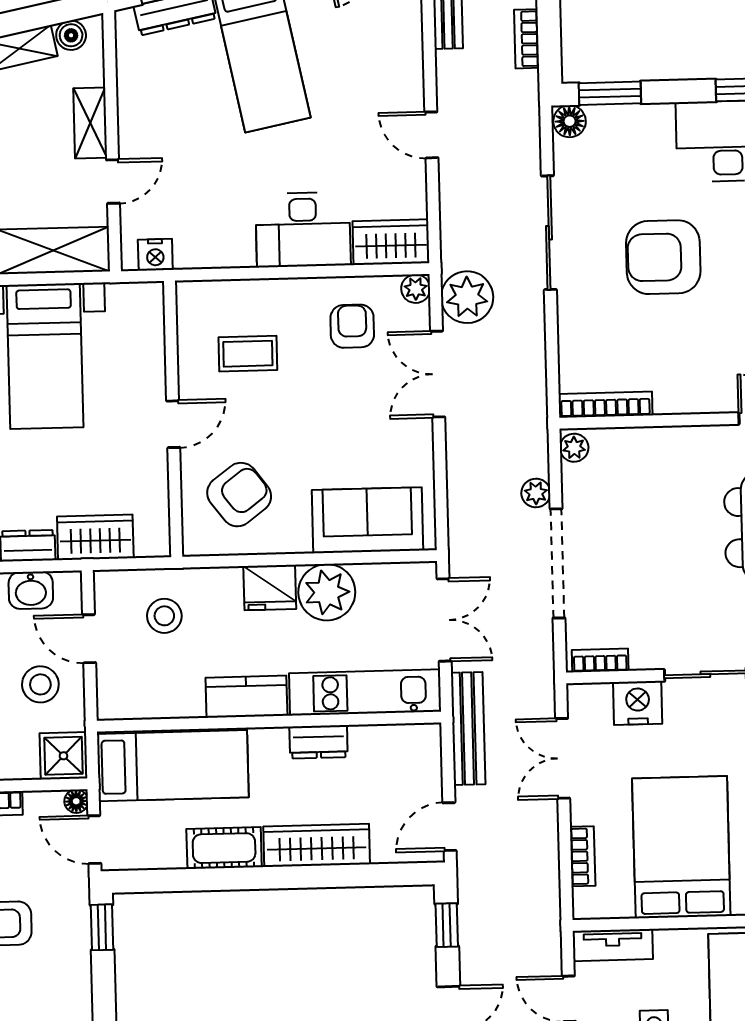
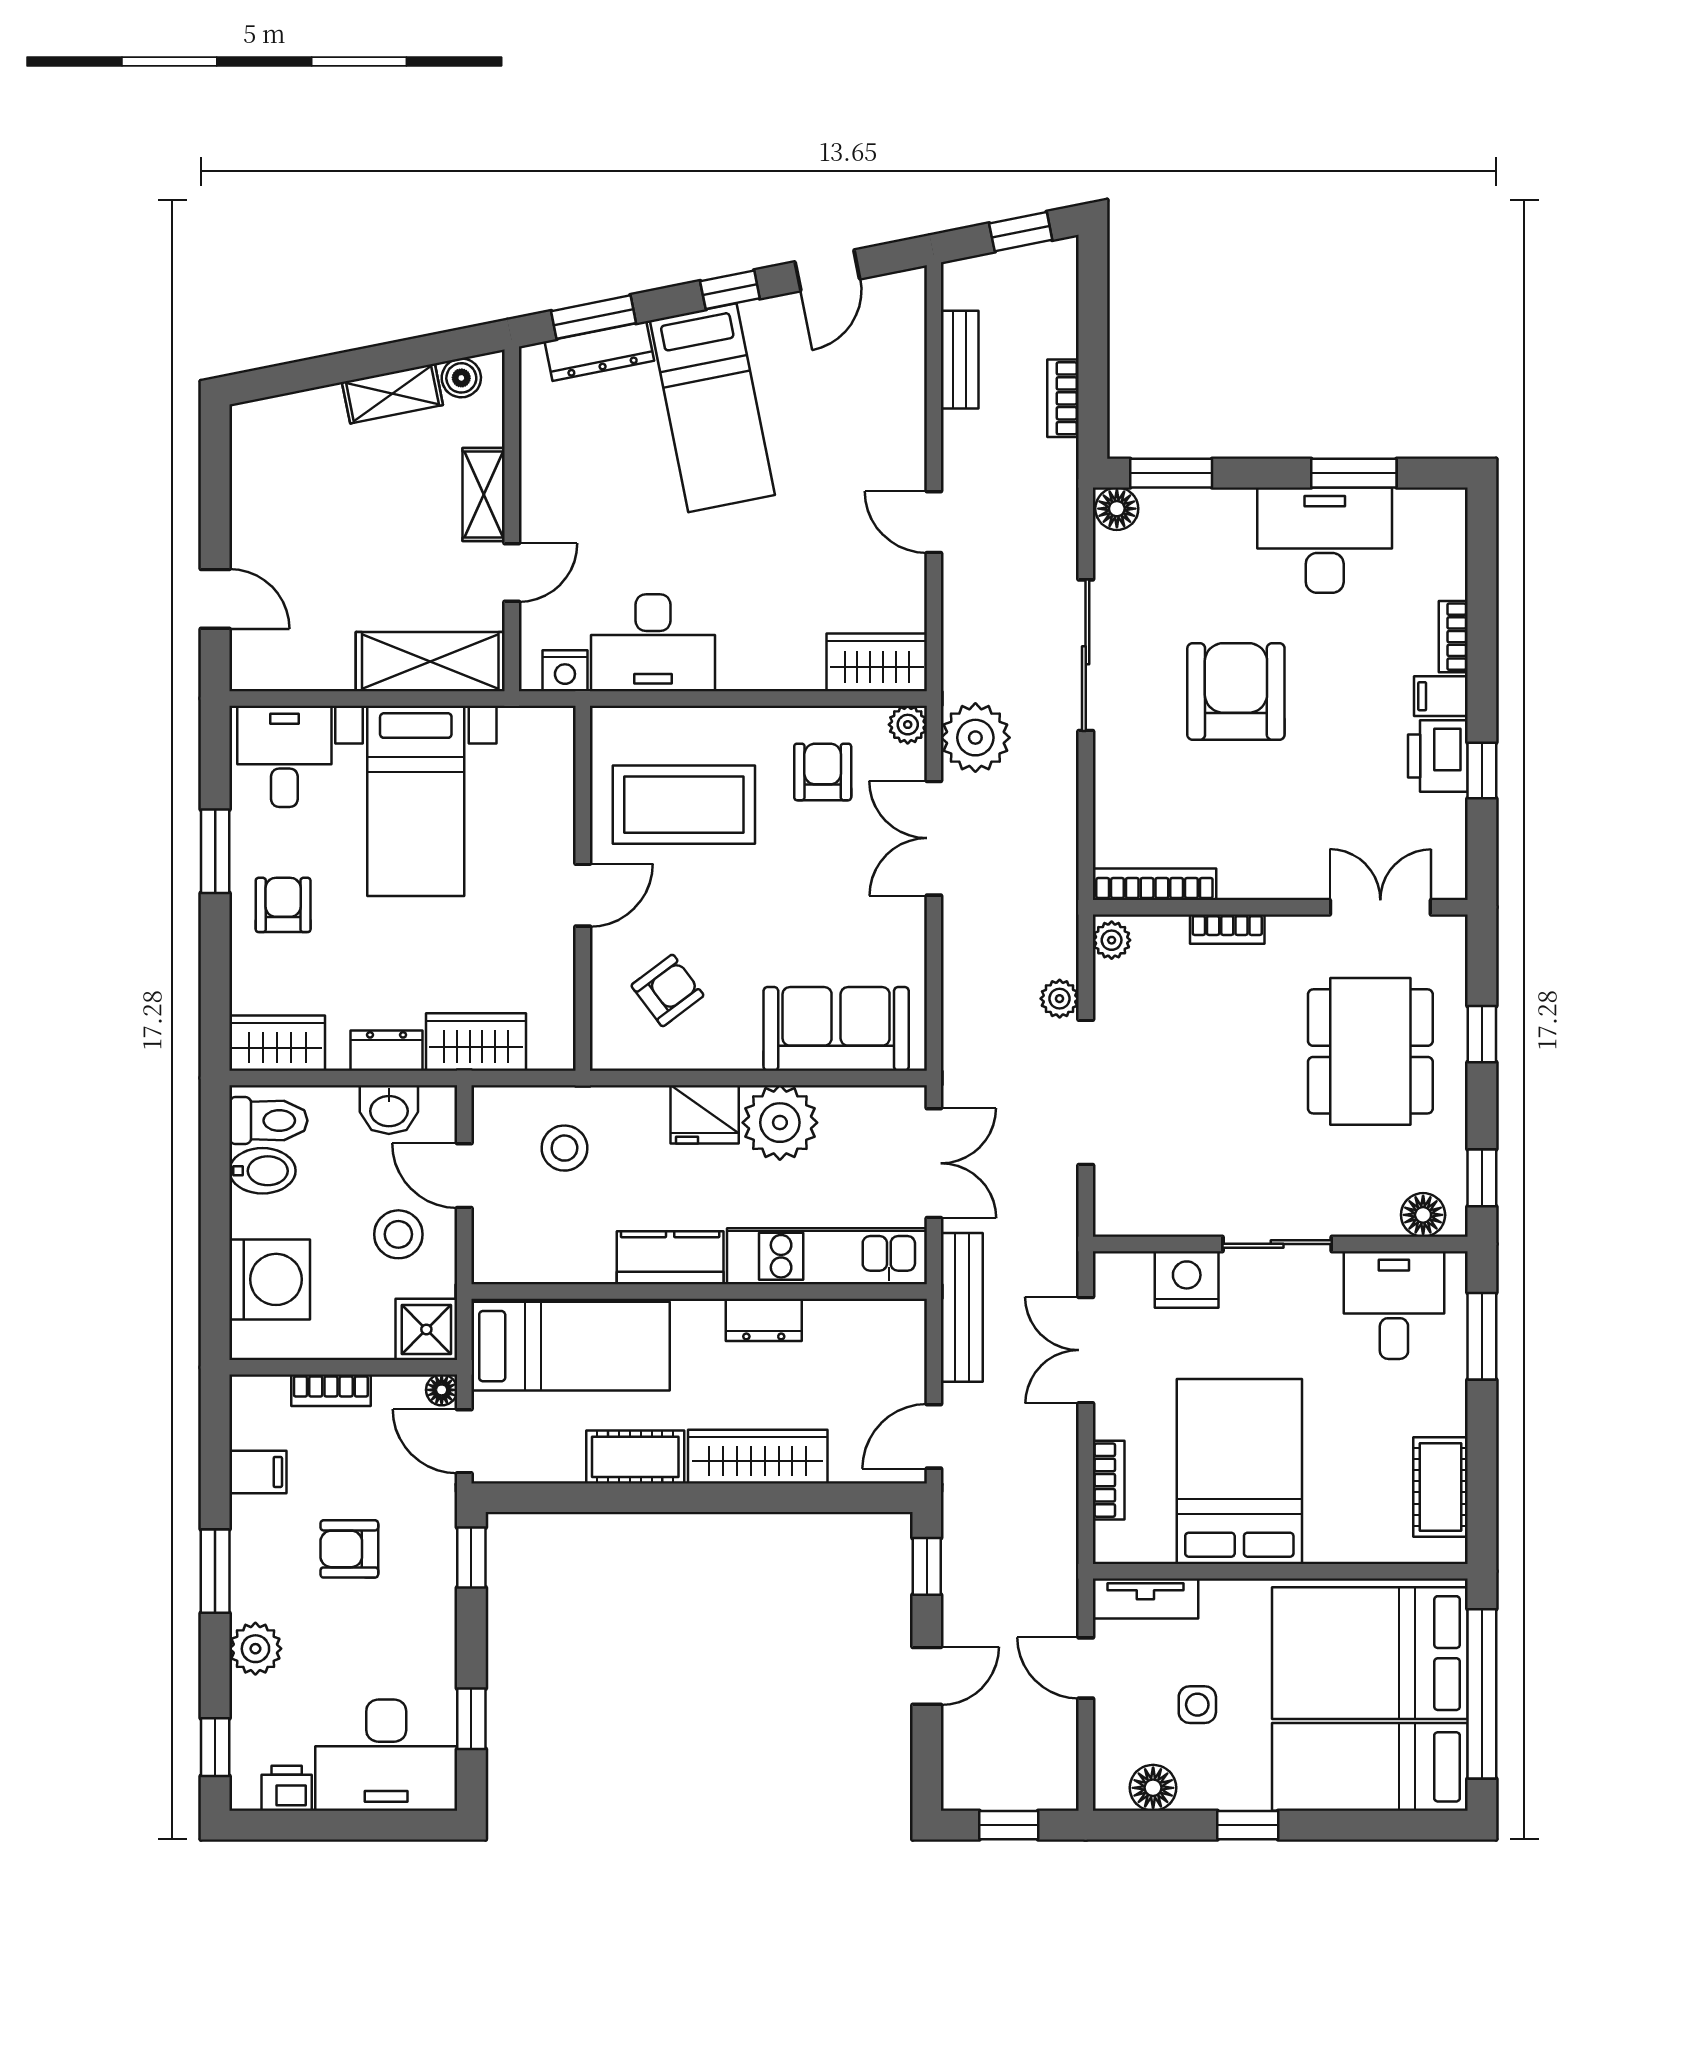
desk: (303, 230) -> (653, 643), moved
armchair: (663, 257) -> (1236, 692), turned 90
coffee table: (248, 354) -> (684, 805), width x1.86, depth x1.72
armchair: (239, 495) -> (667, 990), width x0.72, depth x0.72
bookcase: (600, 660) -> (1227, 929), moved, turned 180

